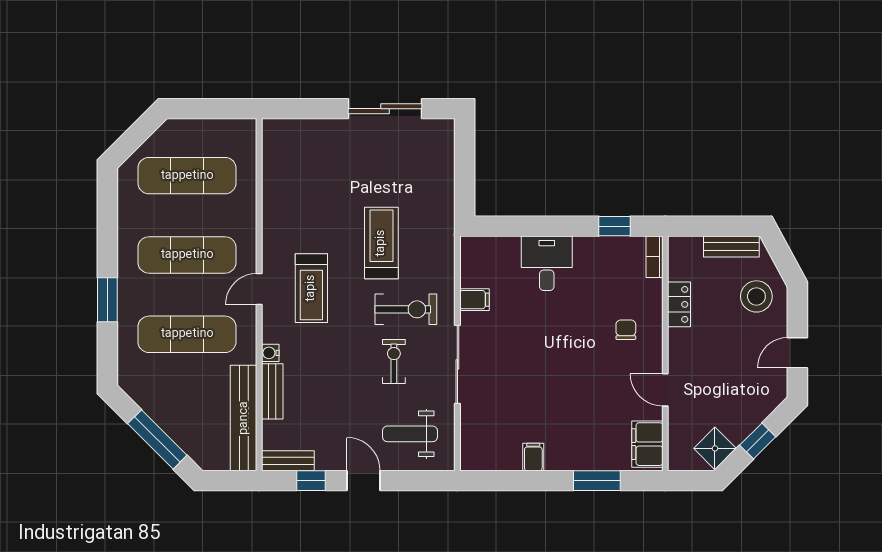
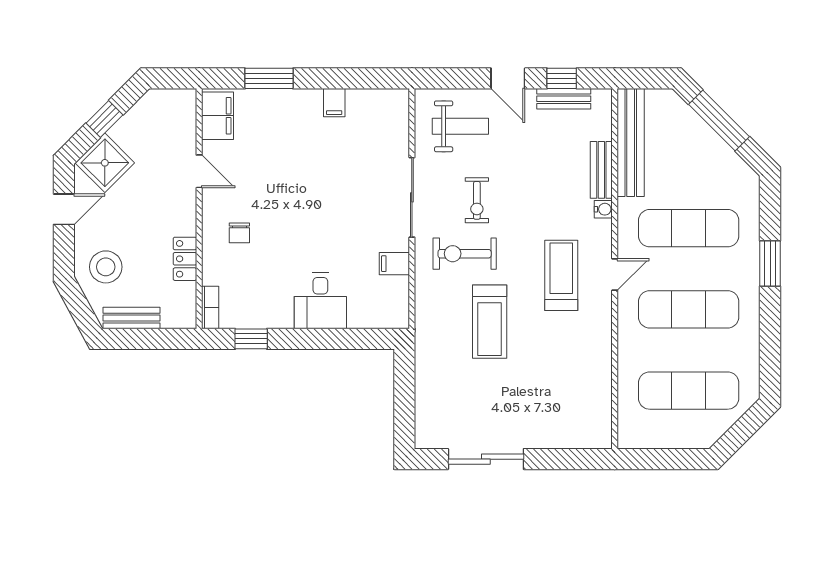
shower: (715, 448) -> (105, 163), moved, width x1.36, depth x1.36
bench: (288, 461) -> (564, 99), moved

